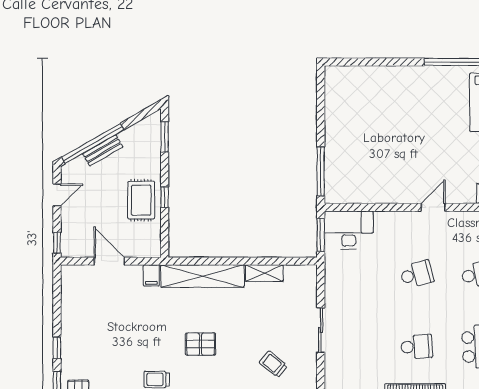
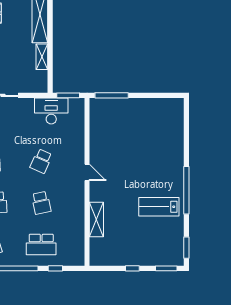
desk: (349, 230) -> (51, 111), moved, turned -90
school desk: (417, 274) -> (41, 161), turned 39

